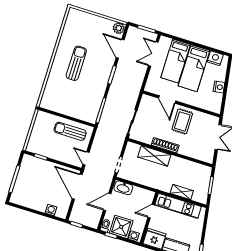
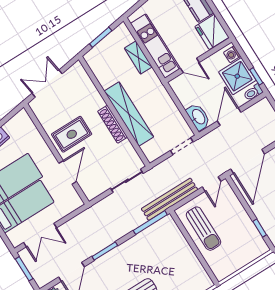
bench: (101, 131) -> (170, 199), added
shelving: (154, 156) -> (129, 114), width x1.47
door: (107, 202) -> (229, 117), swing flipped

